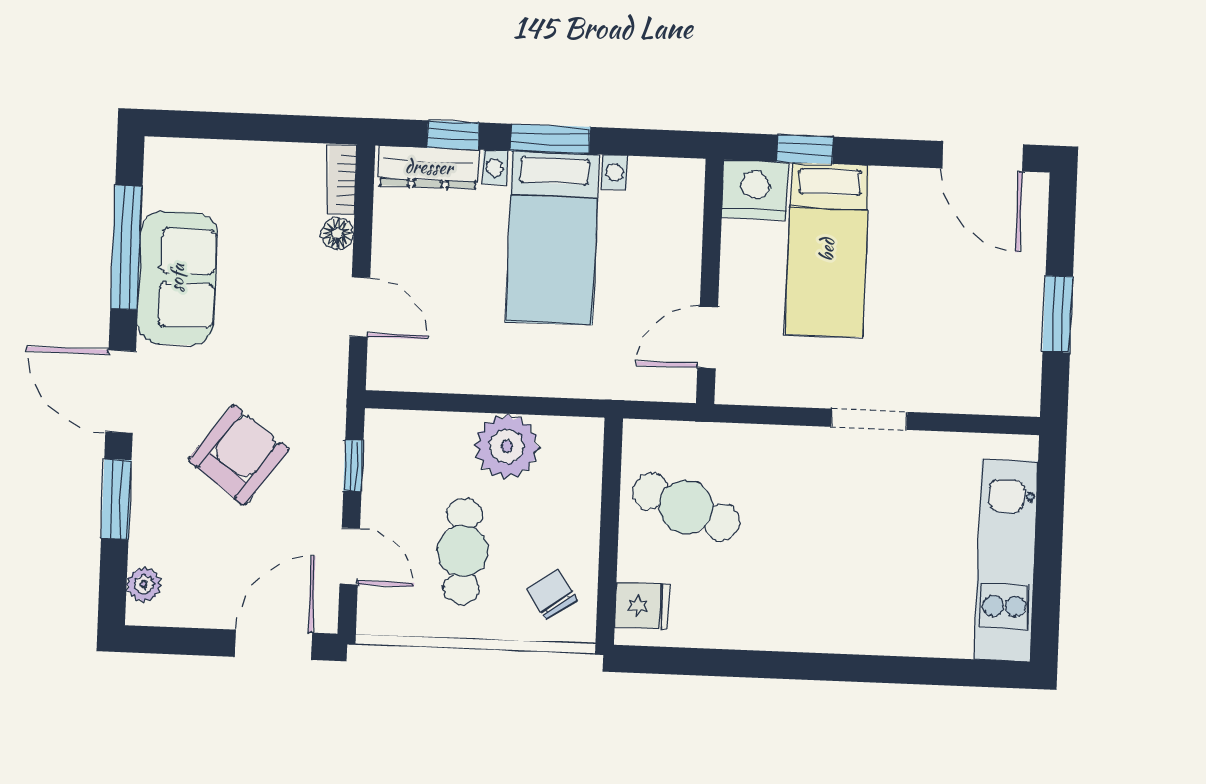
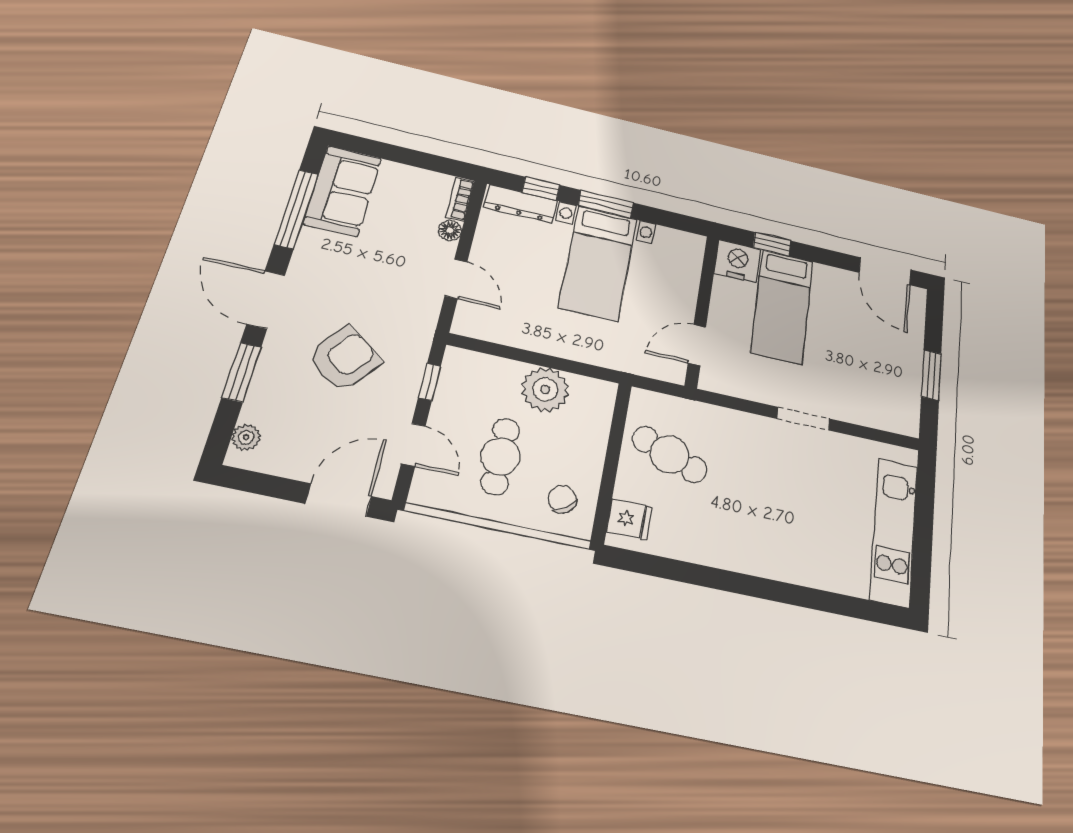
sofa: (177, 278) -> (342, 191), moved

